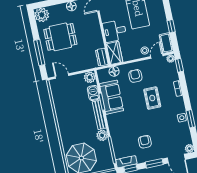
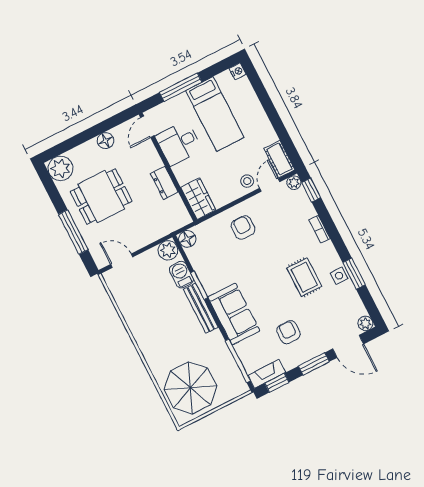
window: (171, 26) -> (280, 129), removed
desk: (115, 31) -> (179, 143), moved
dresser: (102, 57) -> (164, 183), moved
floor lamp: (114, 71) -> (187, 239), moved
sofa: (111, 97) -> (234, 314), moved
rug: (152, 98) -> (304, 277), moved
plant: (102, 135) -> (215, 341), removed

